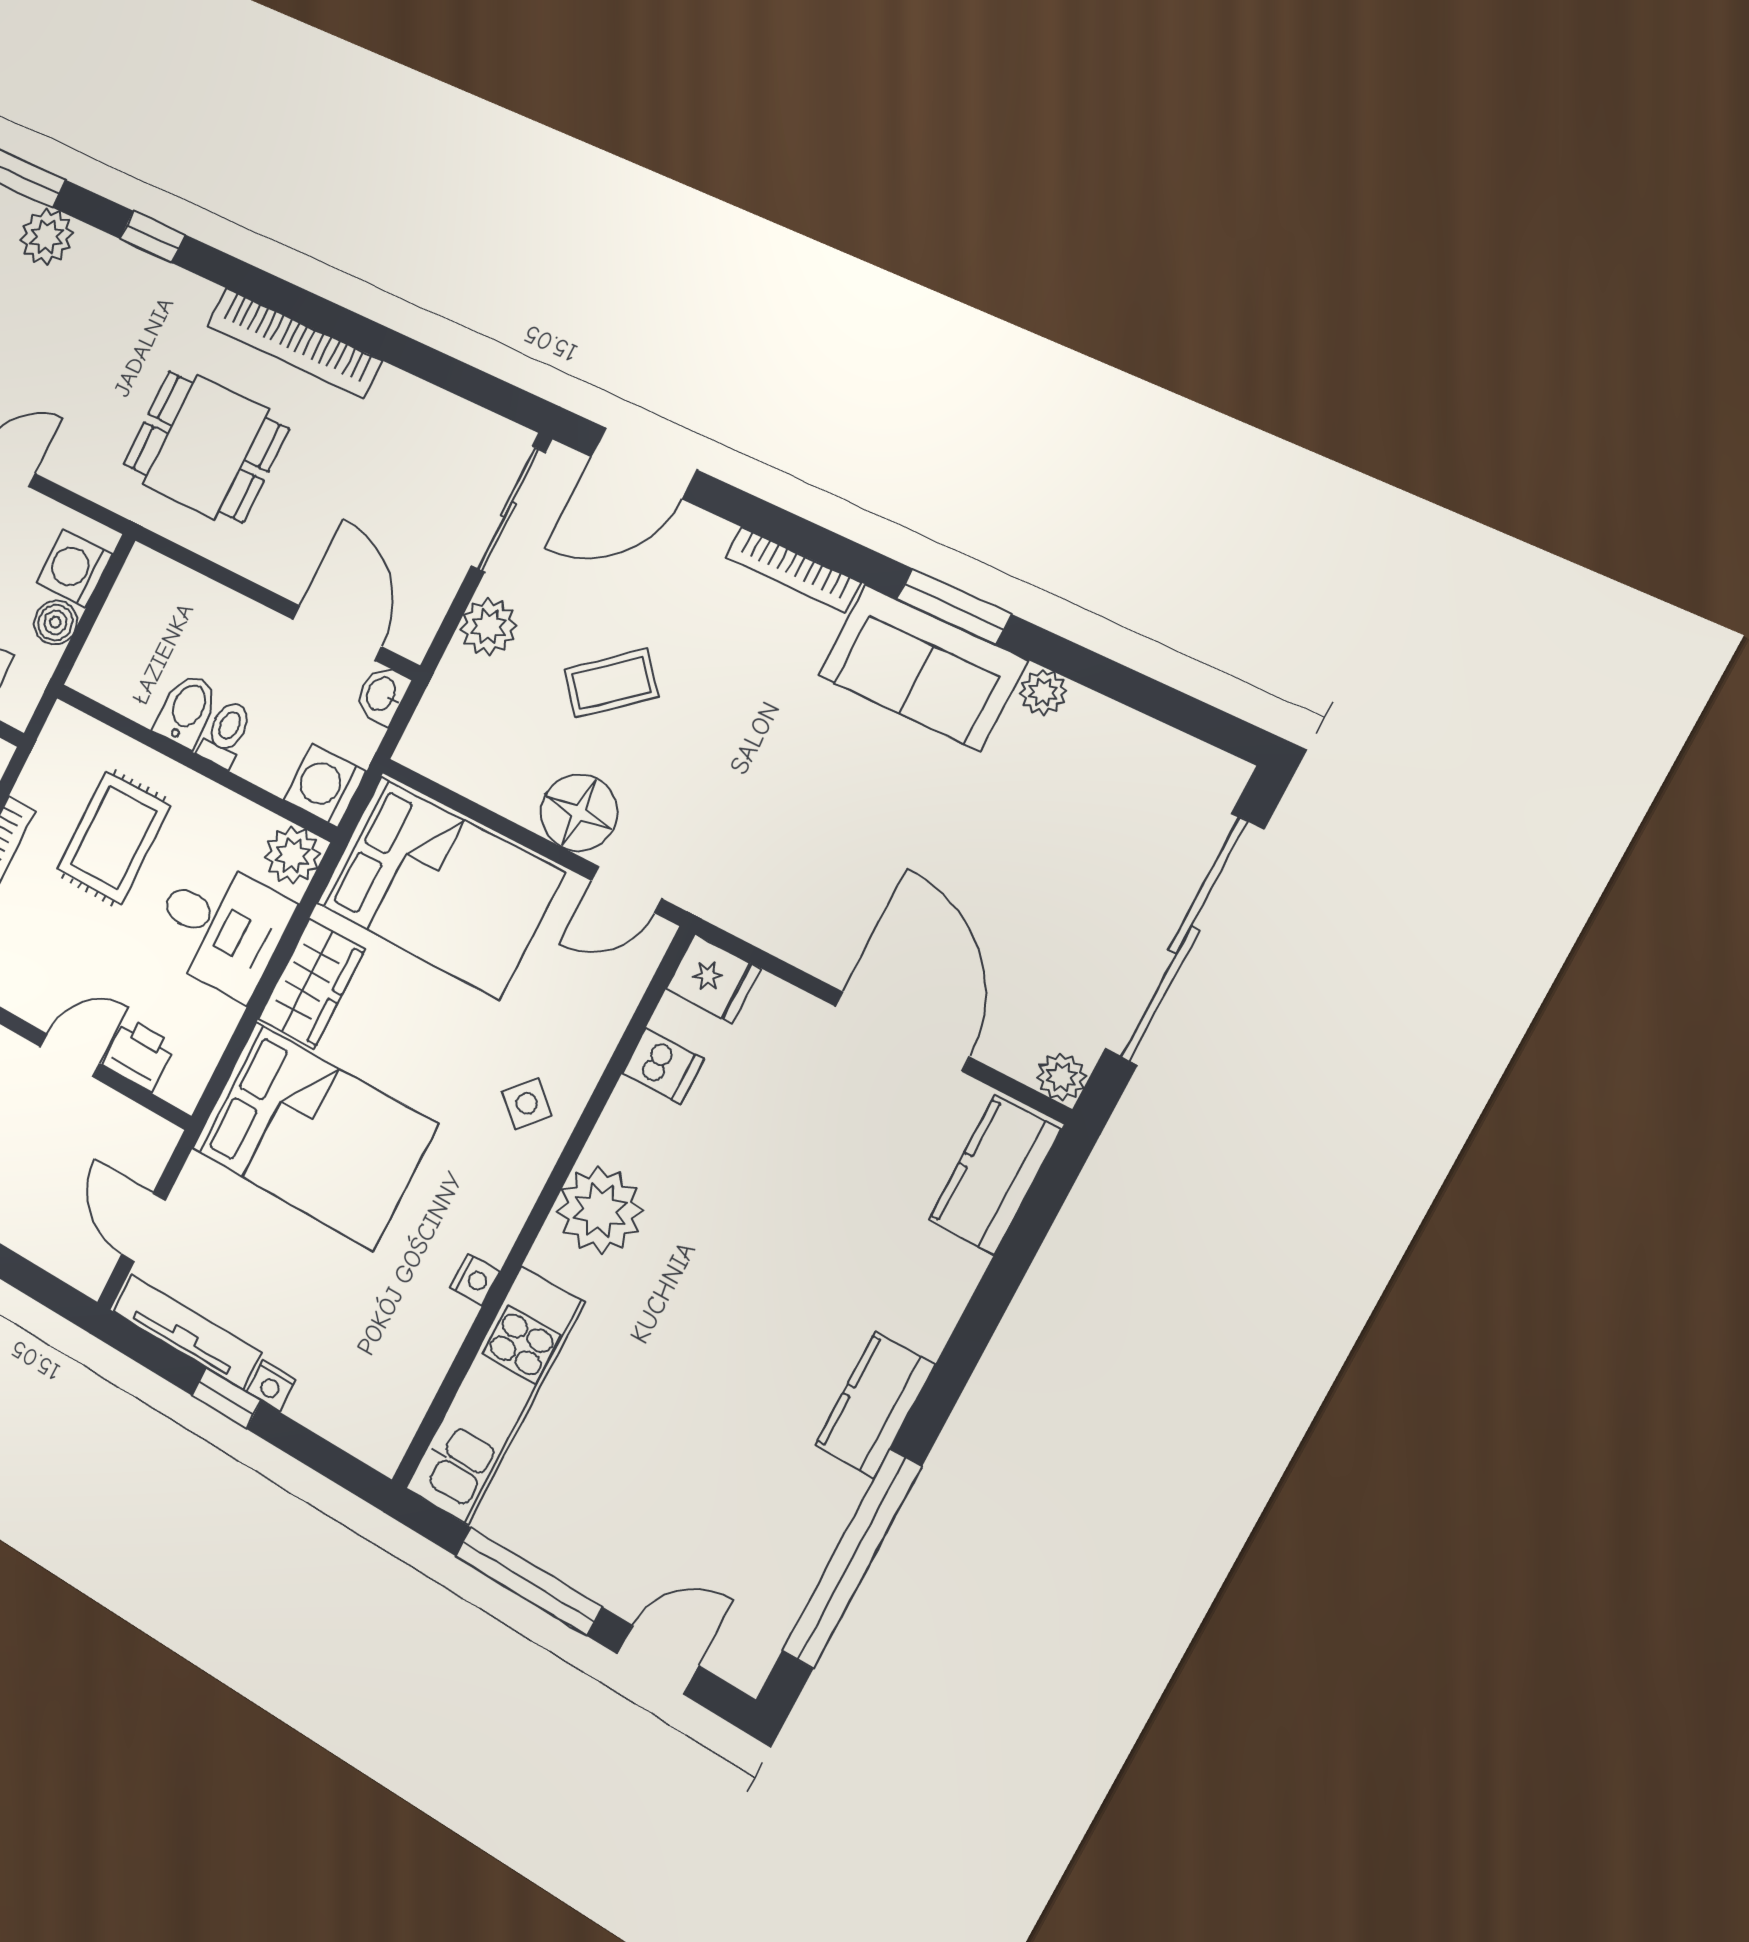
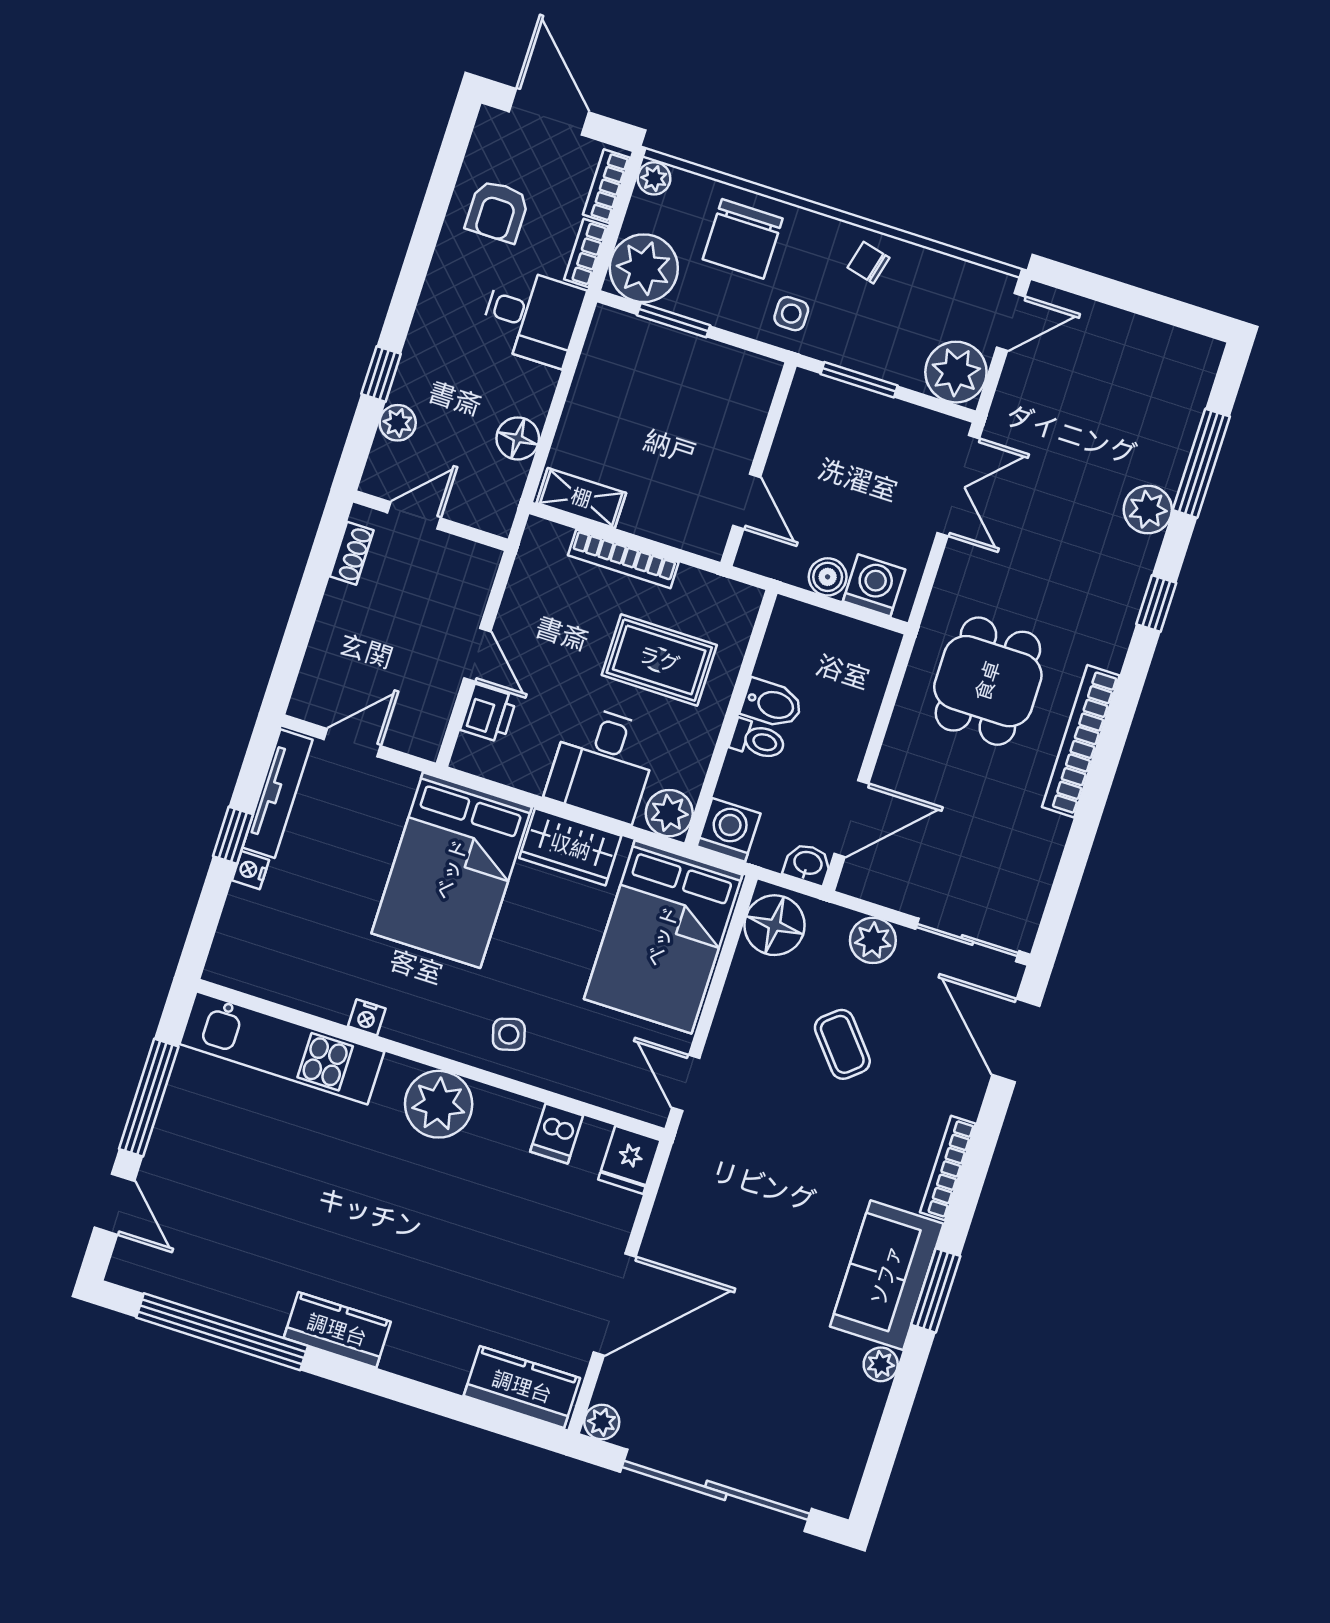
floor lamp: (579, 813) -> (775, 925), moved
side table: (527, 1104) -> (509, 1034), turned 32

